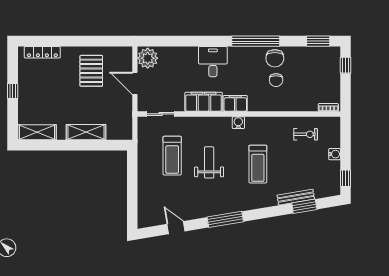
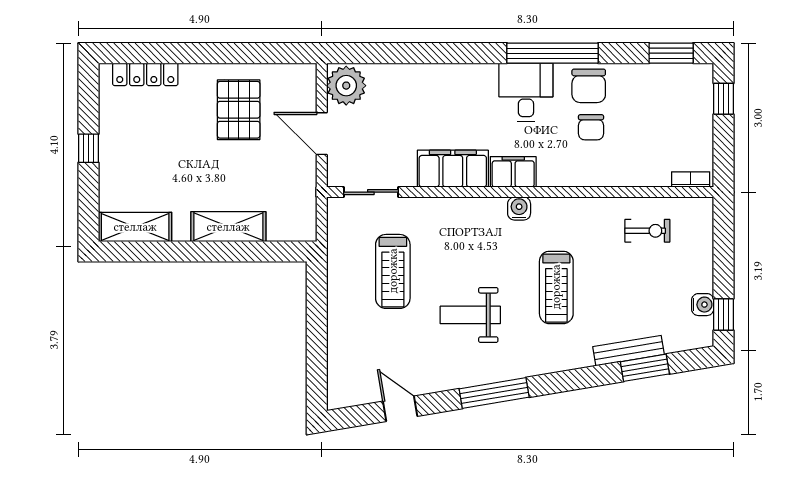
desk: (213, 62) -> (526, 92), moved
water cooler: (335, 154) -> (703, 305), moved
weight bench: (209, 162) -> (470, 315), moved, turned -90

